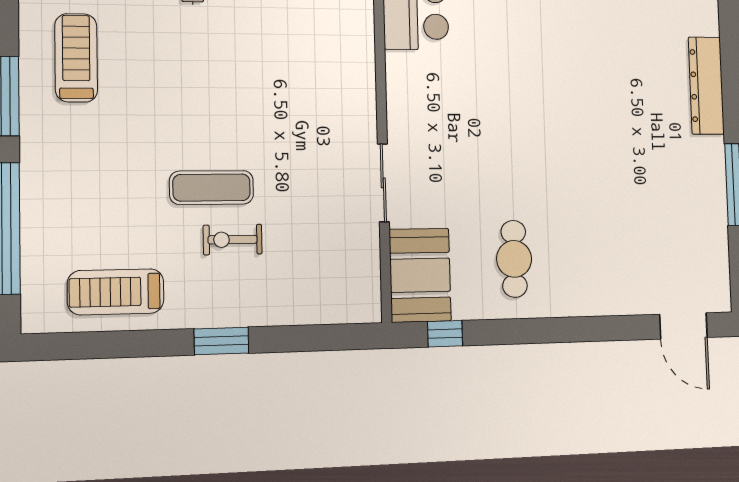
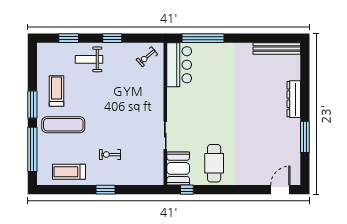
exercise mat: (212, 188) -> (63, 125), moved, width x1.36, depth x1.45
cafe table: (514, 259) -> (214, 163), width x1.37, depth x1.35
door: (684, 326) -> (280, 190), swing flipped

